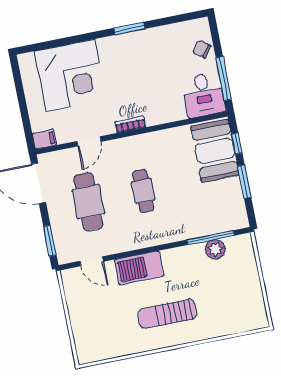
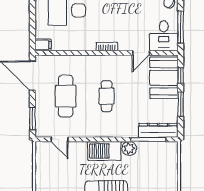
door: (89, 141) -> (141, 53), moved
dresser: (221, 223) -> (158, 130), added
plant: (215, 249) -> (129, 149), moved
barbecue: (139, 268) -> (104, 151), moved

